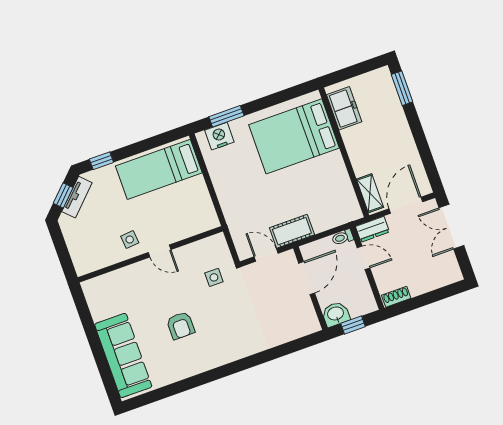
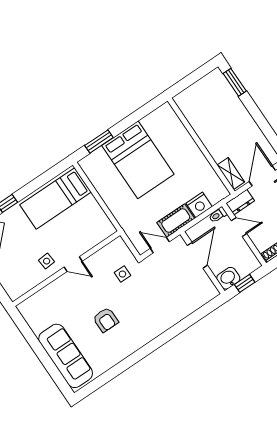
freezer: (344, 108) -> (192, 110), removed
nightstand: (219, 136) -> (199, 205), moved, turned 180
bed: (294, 136) -> (138, 160), moved, turned -90

